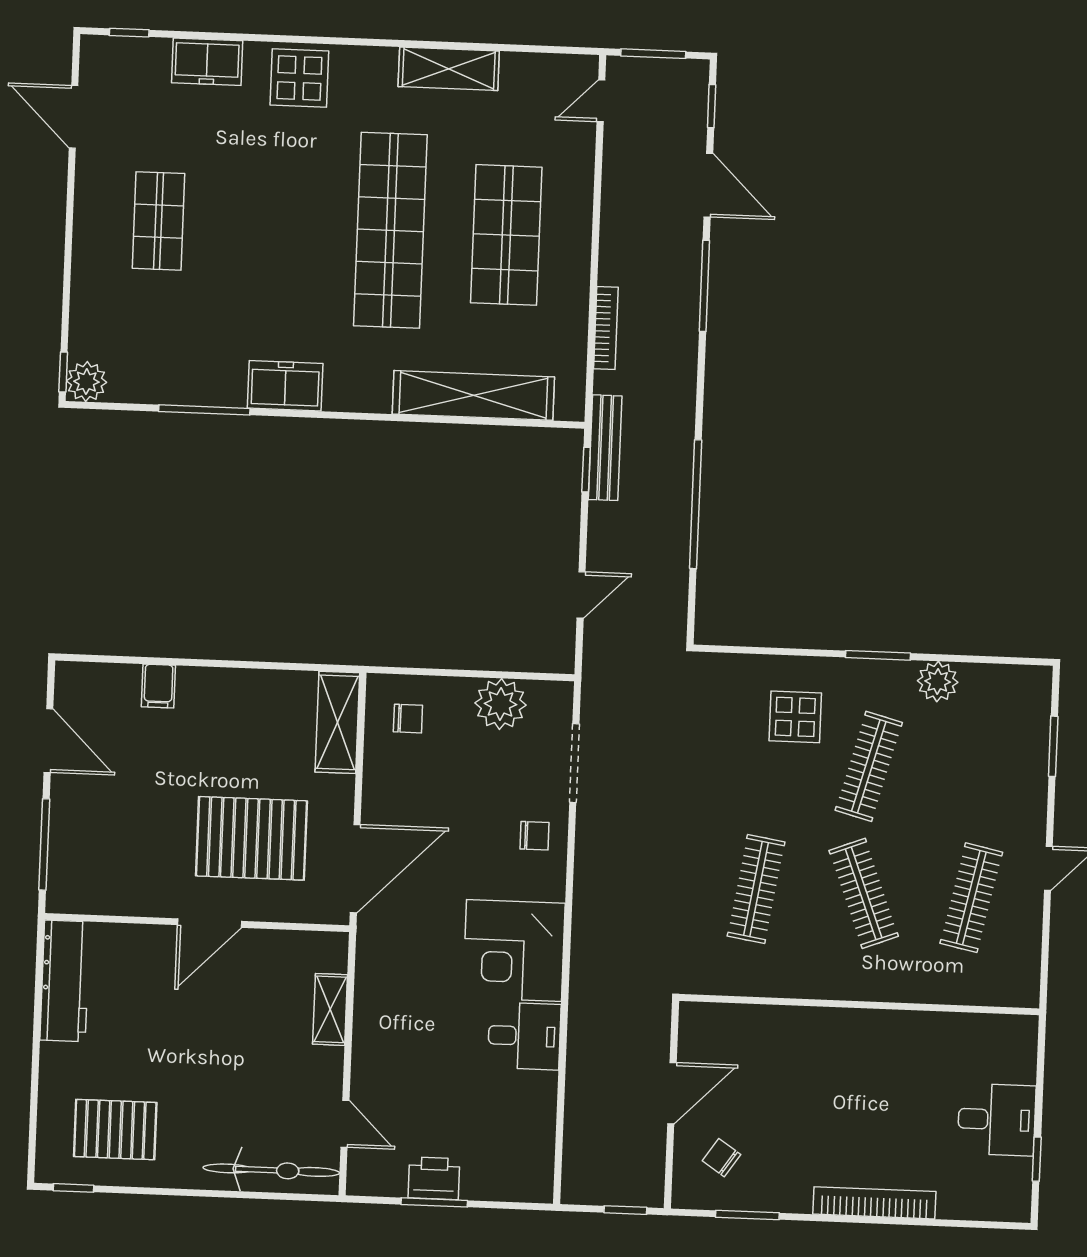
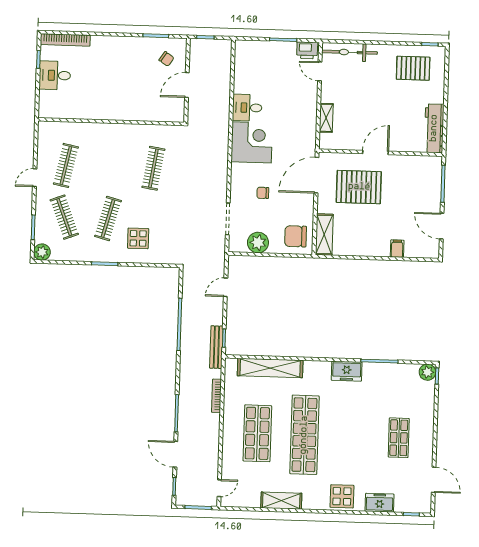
plant: (938, 681) -> (42, 252), moved
chair: (408, 719) -> (296, 236), width x1.87, depth x1.87
chair: (535, 836) -> (263, 193), moved
clothes rail: (864, 893) -> (64, 217), moved
printer: (434, 1178) -> (307, 50), moved
bookcase: (874, 1203) -> (65, 40), moved

